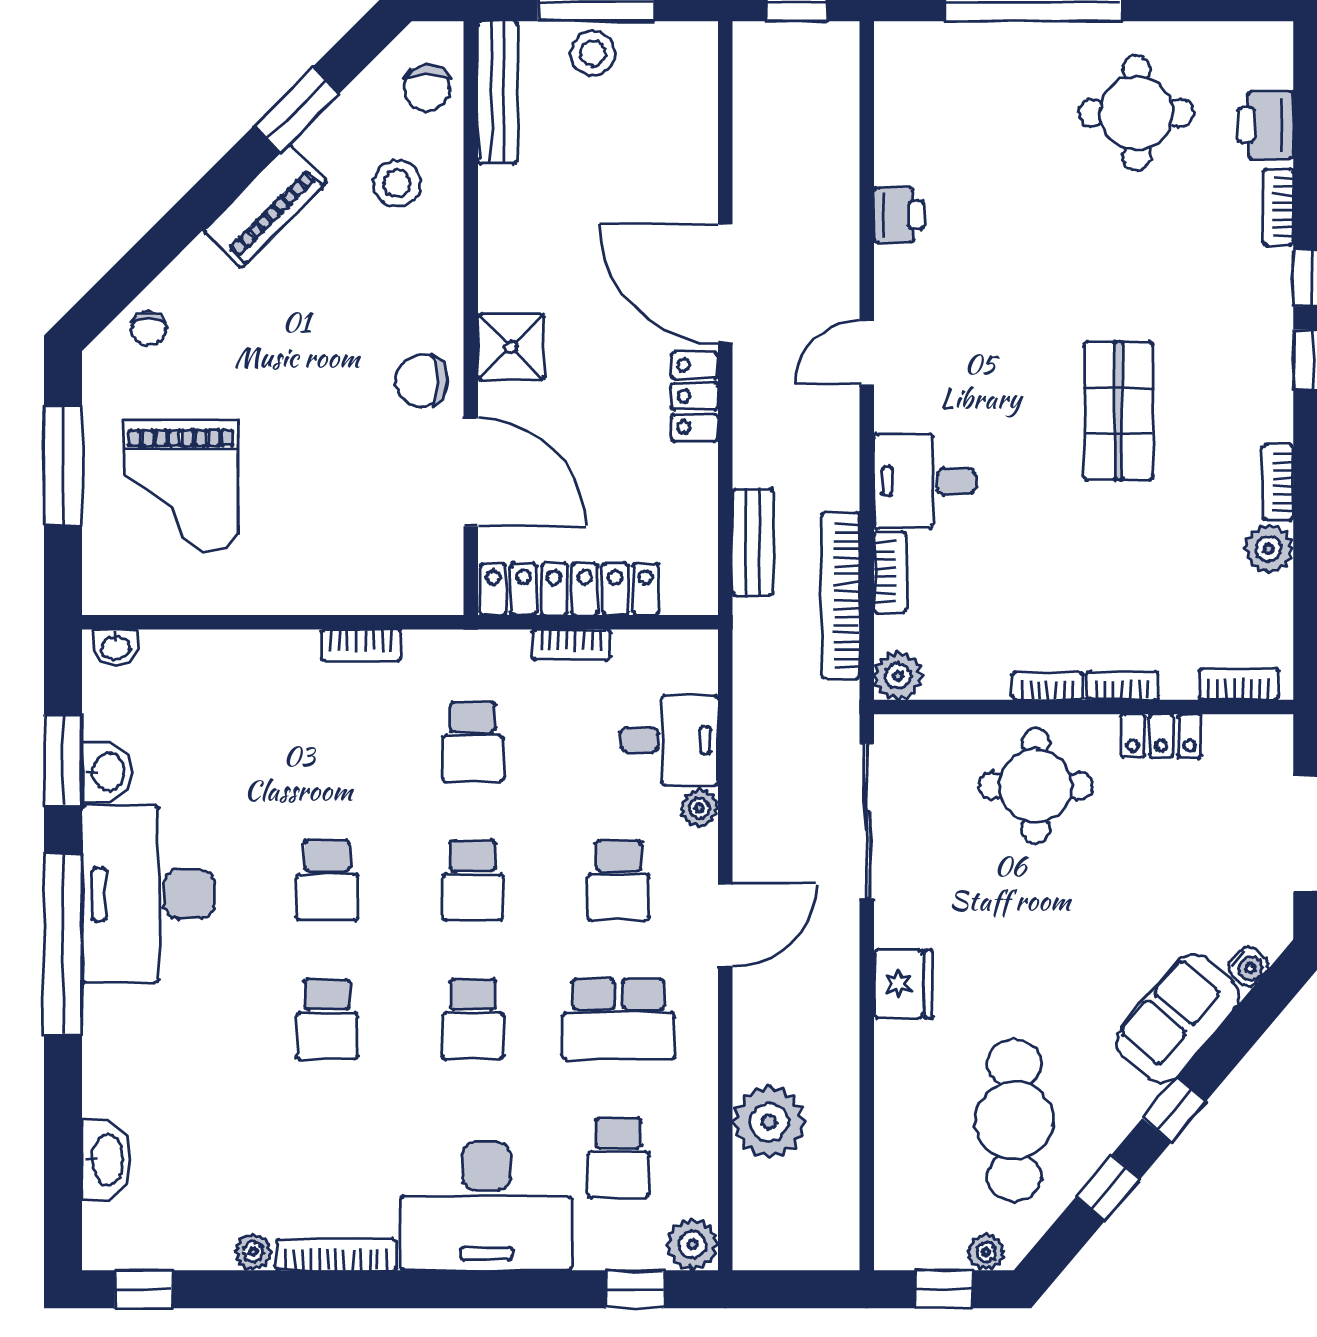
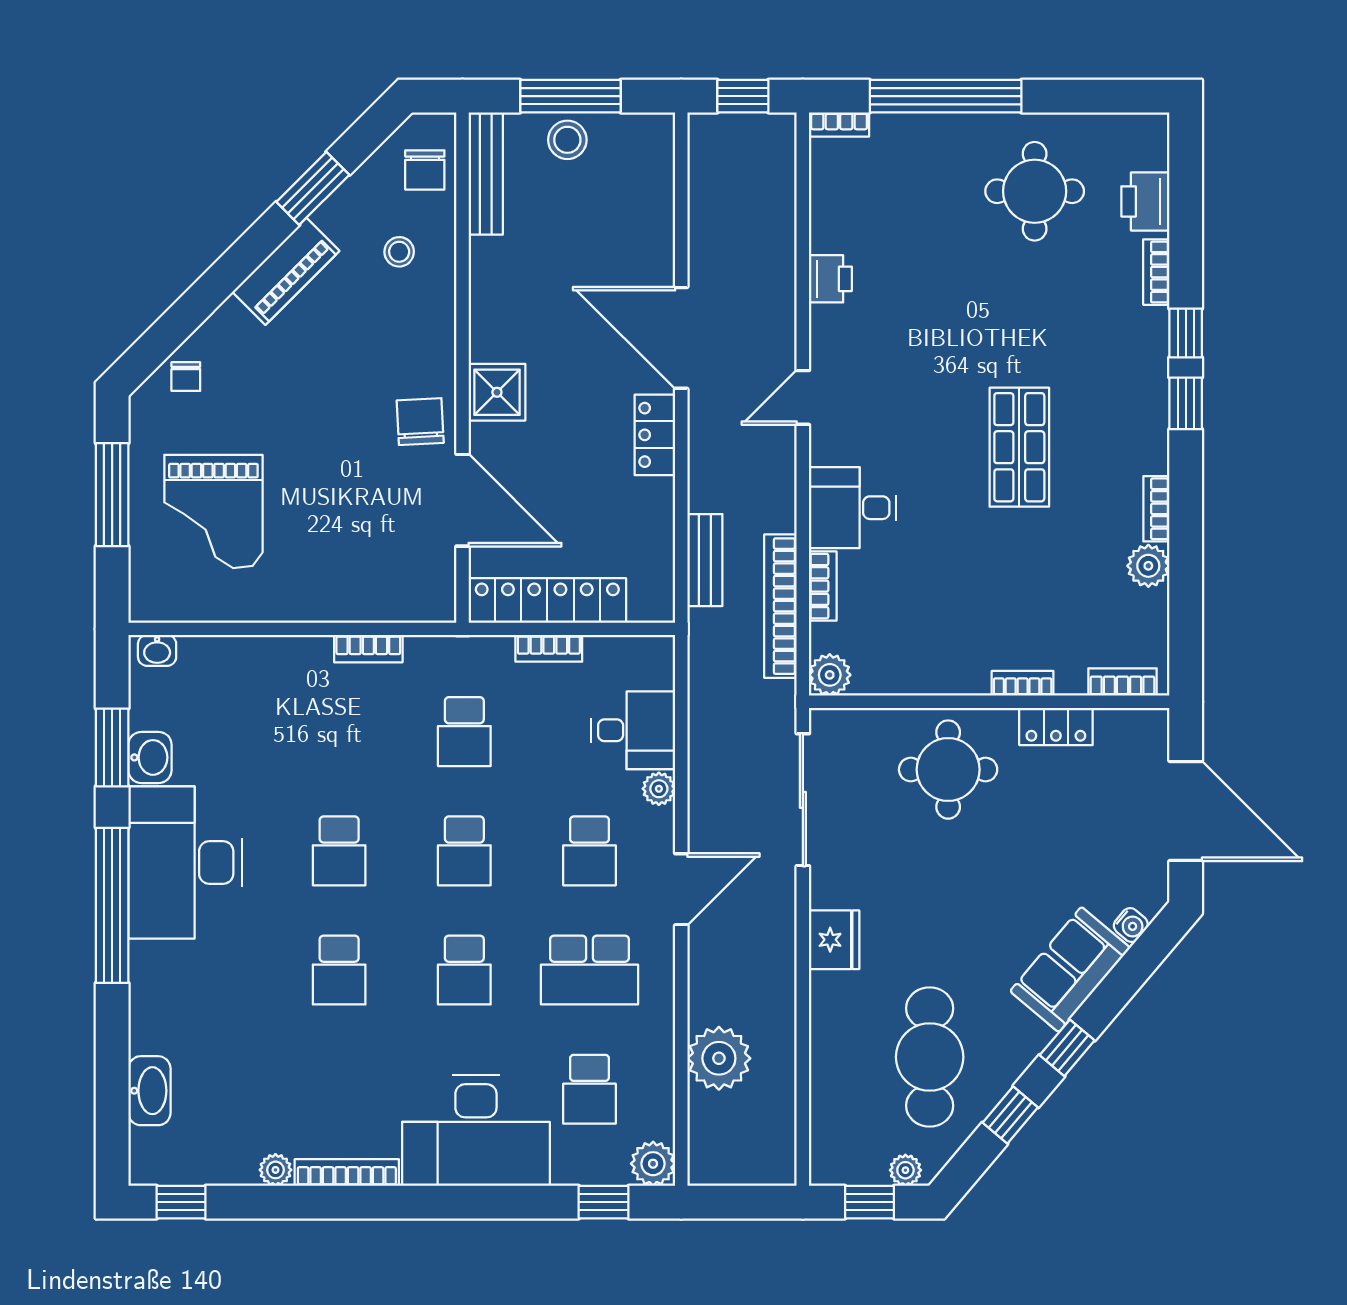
stool: (397, 183) -> (399, 252), width x0.73, depth x0.73
chair: (422, 381) -> (420, 422), turned 87
bookcase: (1048, 686) -> (839, 124), moved, turned 180

